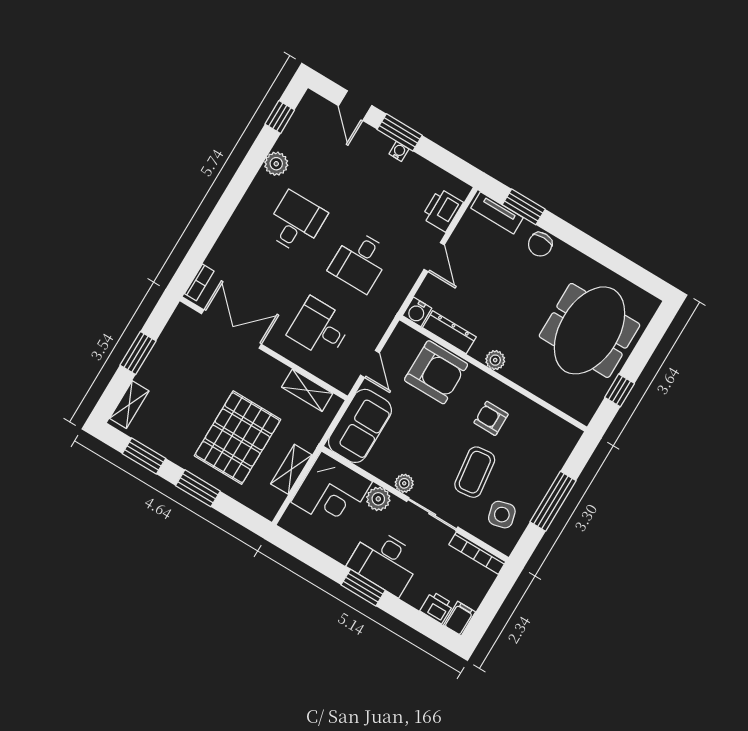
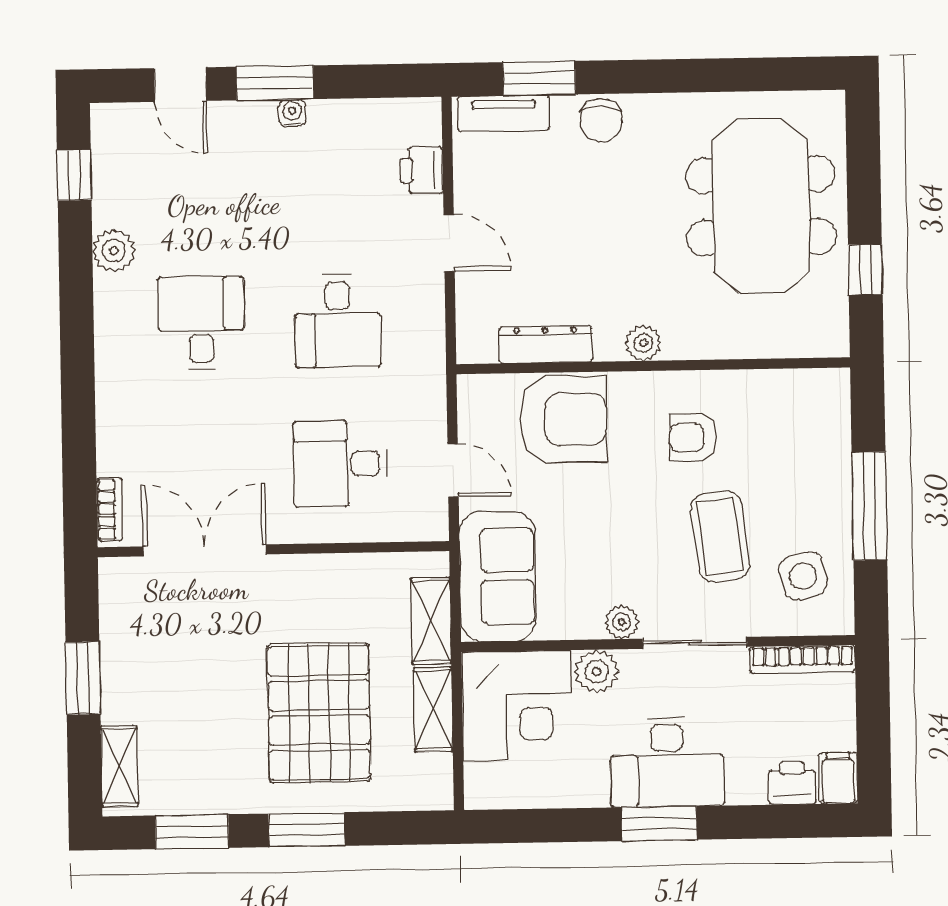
printer: (442, 210) -> (421, 170), width x0.73, depth x0.81
water cooler: (417, 312) -> (476, 344), removed
shelving: (307, 390) -> (431, 621), moved, turned 90

